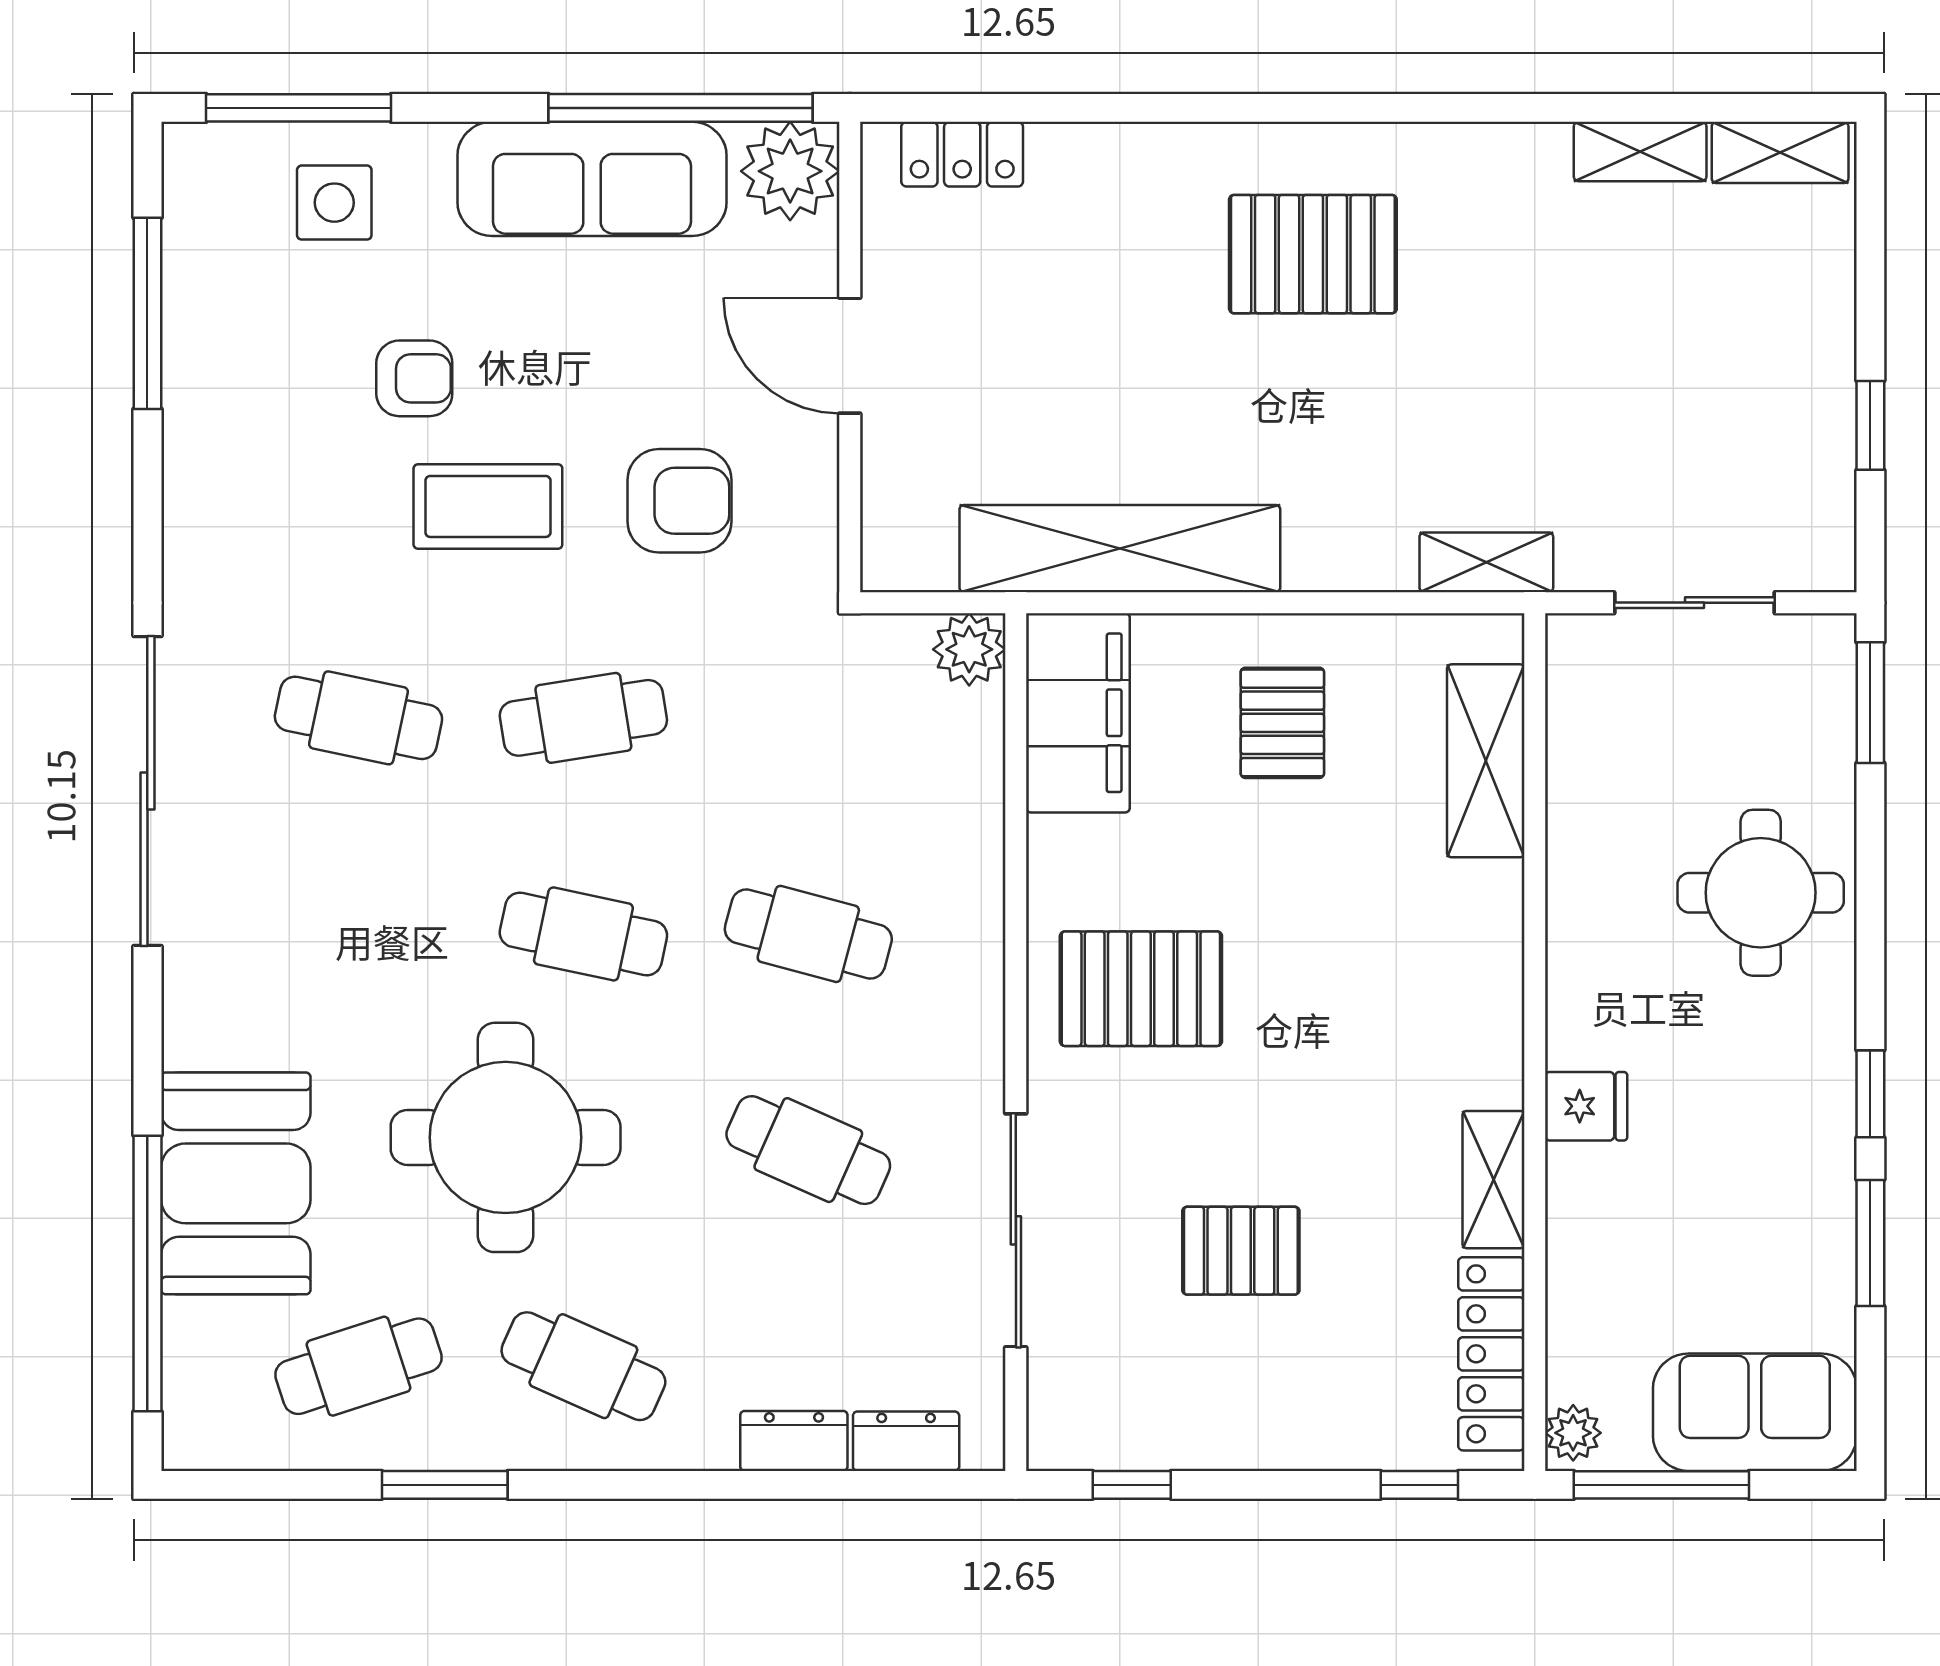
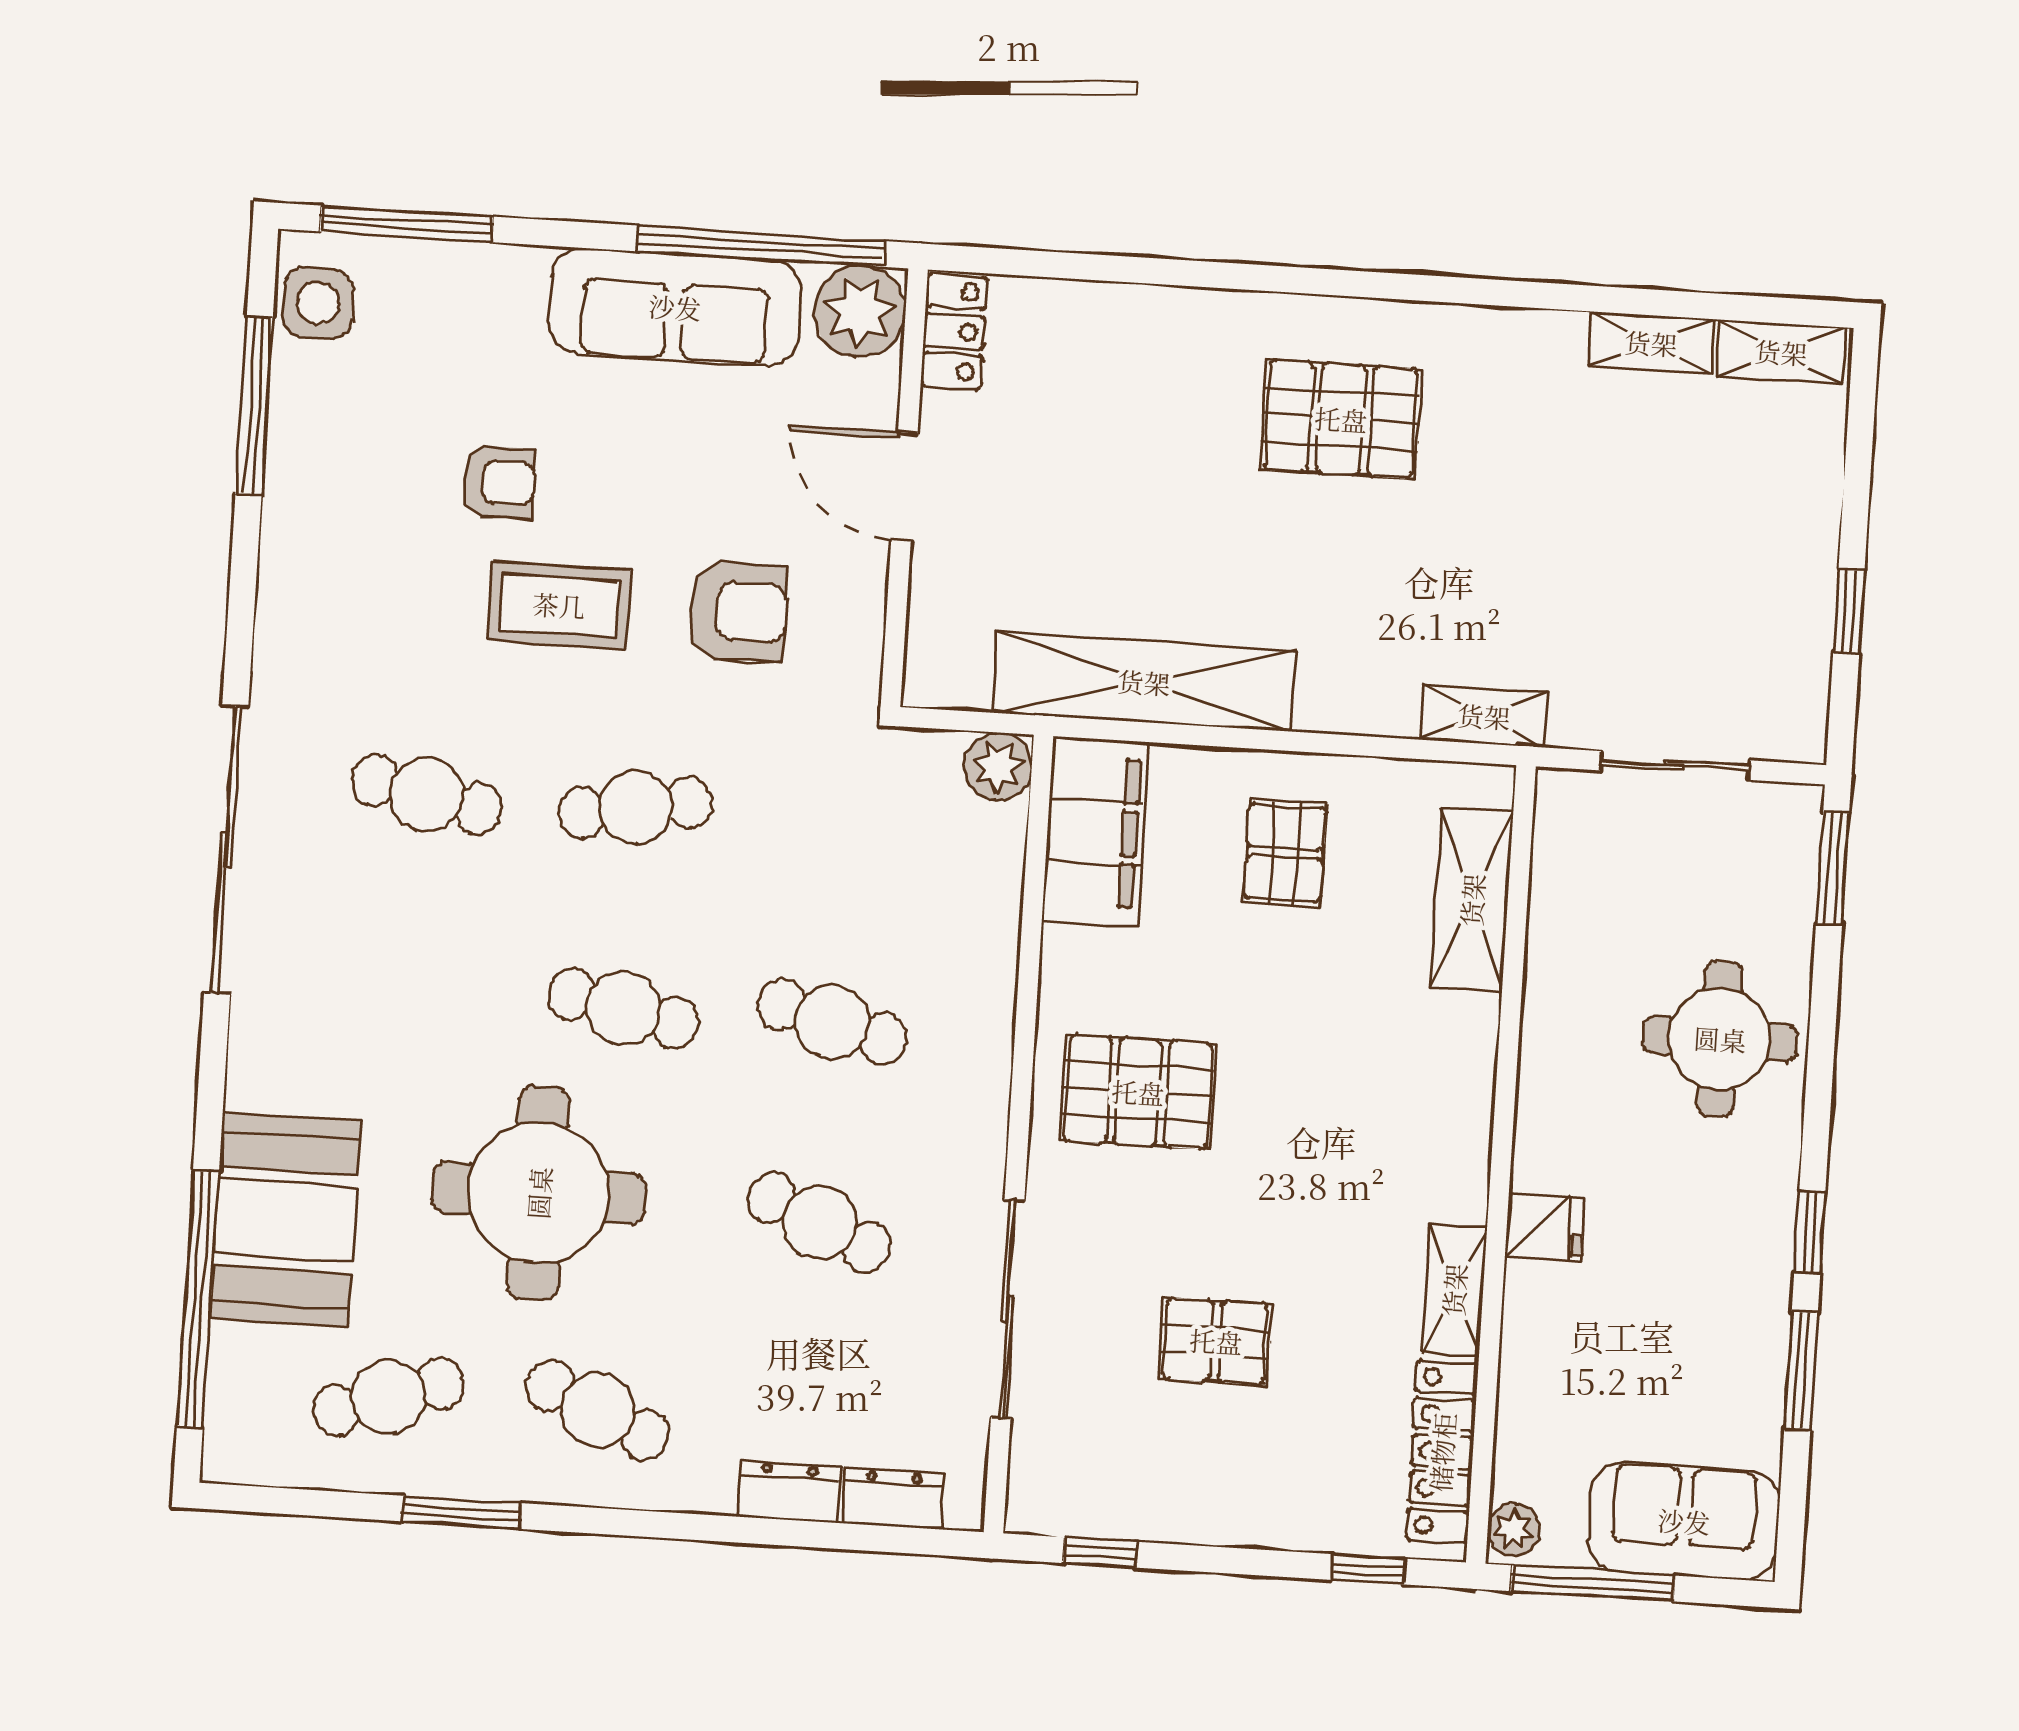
locker: (962, 154) -> (954, 331), moved, turned -90
side table: (334, 203) -> (318, 303), moved

